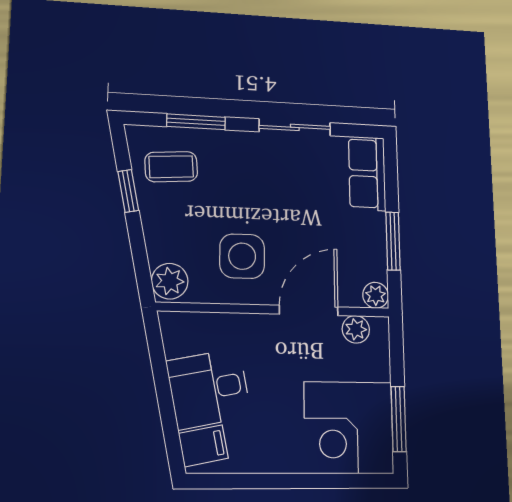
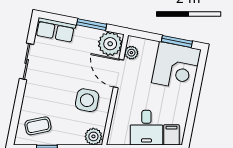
window: (196, 122) -> (17, 110), removed
coffee table: (171, 167) -> (38, 126), turned 71
plant: (376, 295) -> (110, 44), width x1.88, depth x1.88

